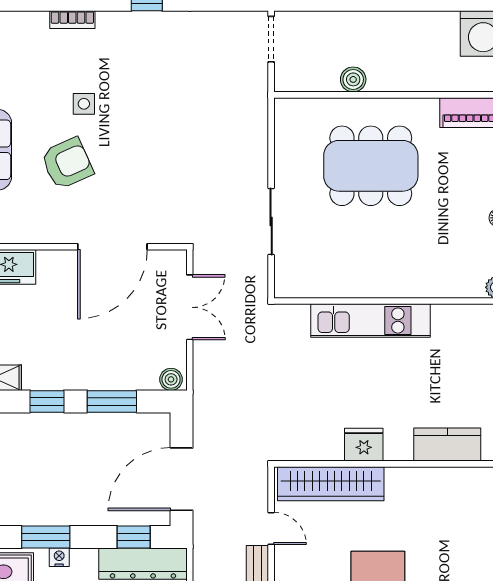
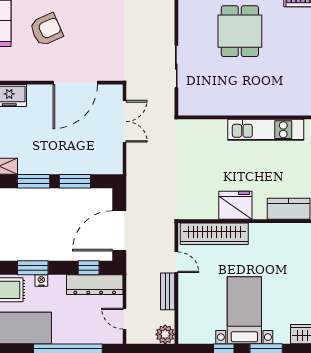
dining table: (371, 166) -> (240, 31), width x0.73
kitchen unit: (370, 321) -> (266, 130), moved
boiler: (171, 379) -> (113, 167), removed
window: (47, 401) -> (34, 181), width x1.50
fridge: (364, 445) -> (235, 205), width x1.36, depth x1.34

